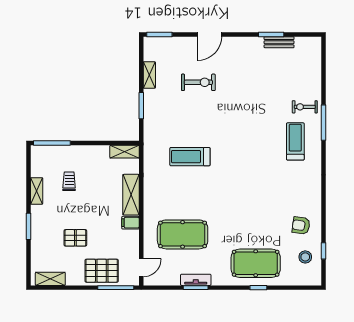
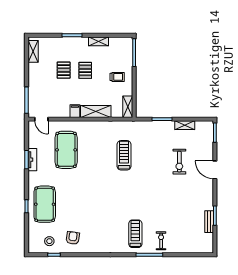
treadmill: (295, 141) -> (135, 234), turned -90
trolley: (69, 181) -> (117, 77), moved
pallet: (102, 271) -> (85, 70), moved, width x0.67, depth x0.71

